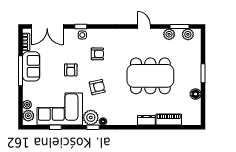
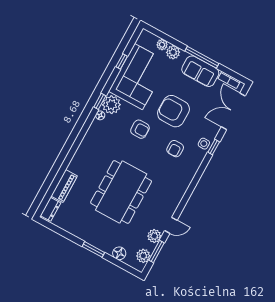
door: (144, 27) -> (171, 225), moved
armchair: (71, 70) -> (173, 111), width x1.88, depth x1.88
armchair: (97, 87) -> (140, 129), turned -77
floor lamp: (196, 94) -> (119, 253), moved
plant: (28, 116) -> (173, 52), moved
dresser: (146, 120) -> (51, 209), moved

